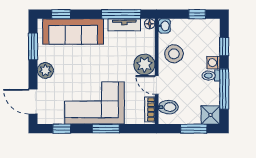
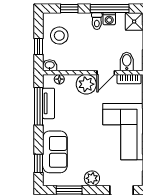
window: (197, 14) -> (39, 46), moved
floor lamp: (150, 24) -> (59, 79), moved
sofa: (73, 31) -> (55, 152), width x0.73
stool: (174, 54) -> (59, 36), moved
washing machine: (213, 63) -> (109, 19), moved

